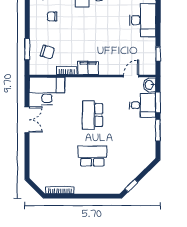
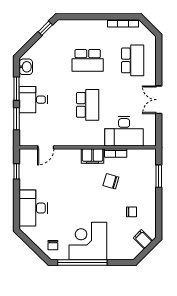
chair: (47, 52) -> (111, 181), moved
washbasin: (149, 85) -> (26, 67), moved
desk: (47, 91) -> (124, 131), moved
desk: (143, 105) -> (33, 100), moved
school desk: (51, 156) -> (133, 60), added

